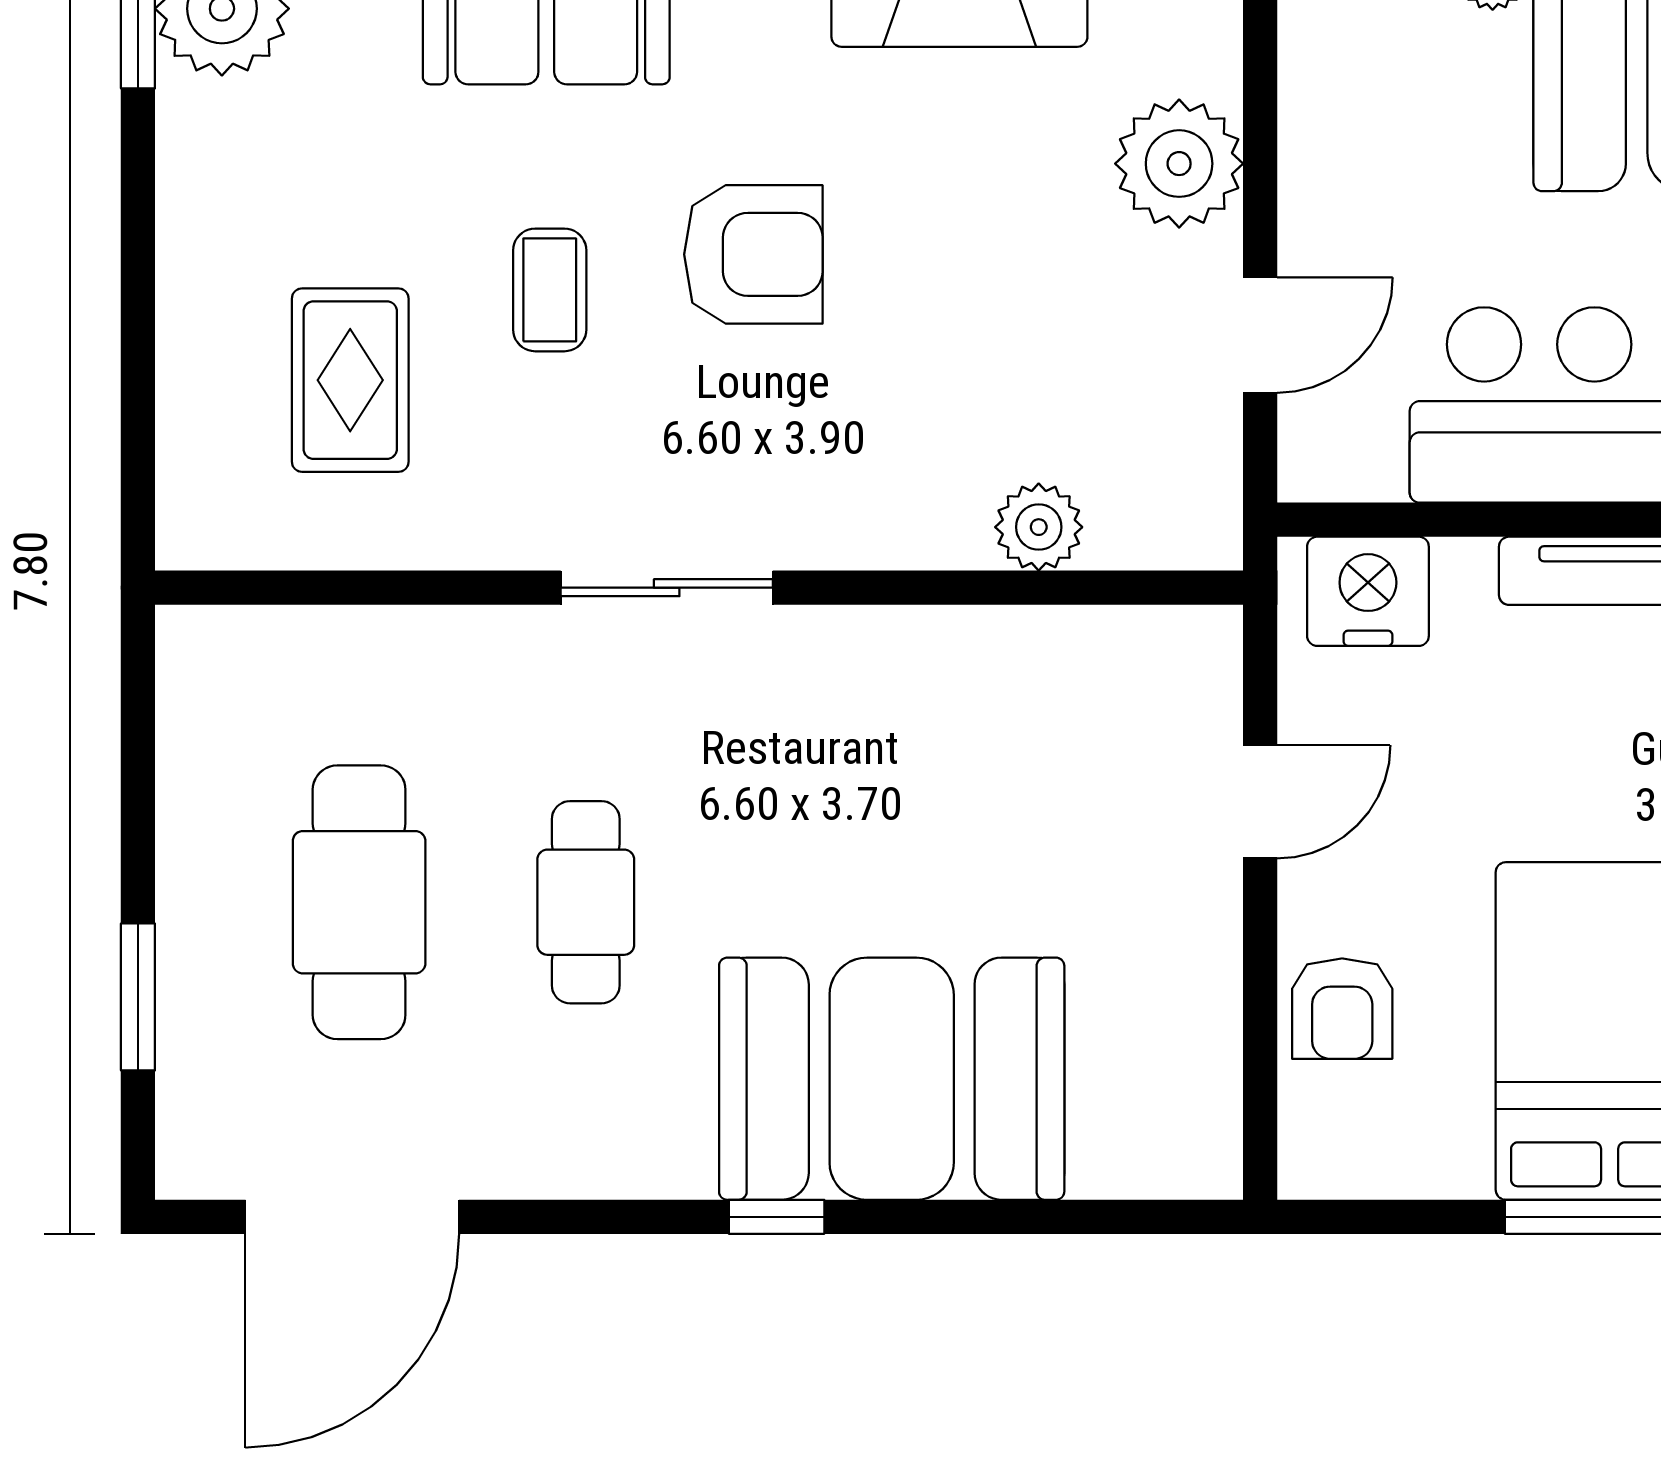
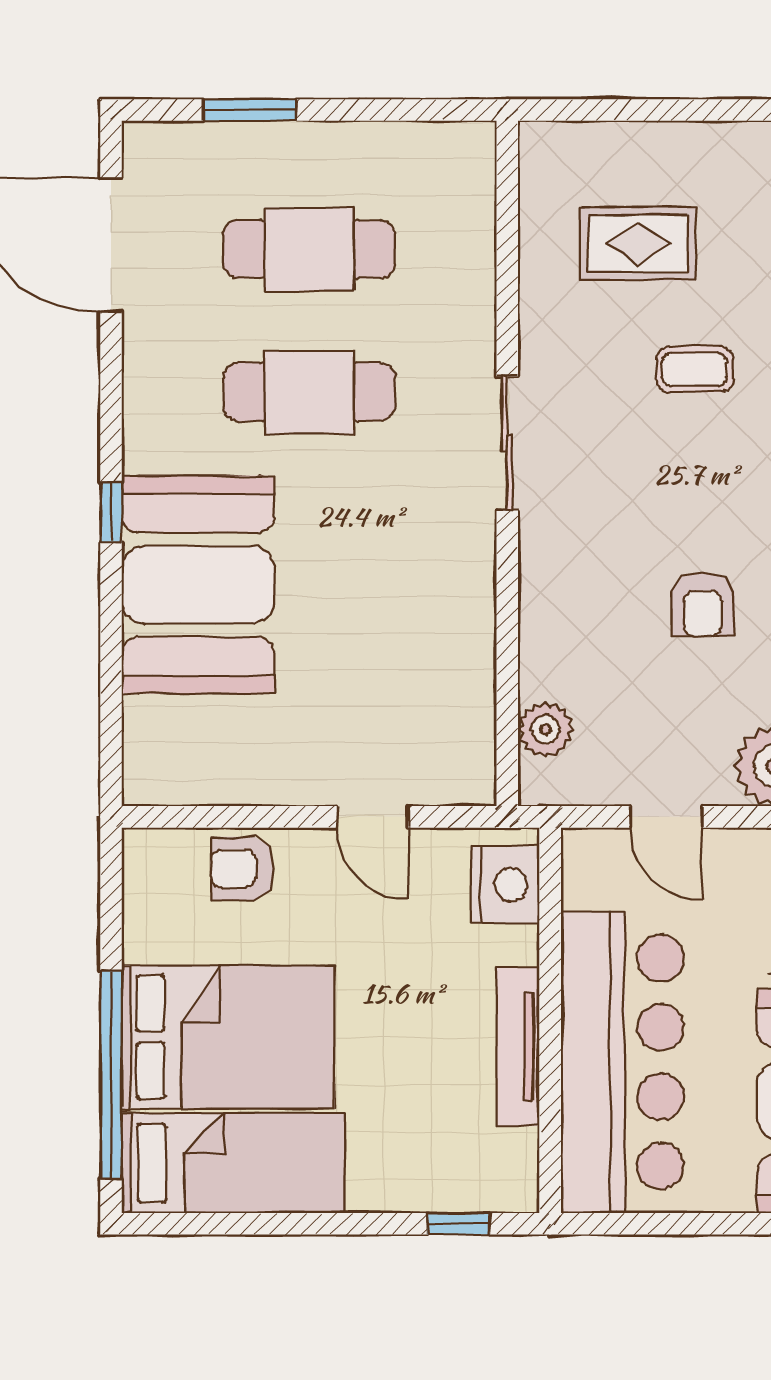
armchair: (753, 254) -> (703, 605), moved, width x0.72, depth x0.72
plant: (1039, 527) -> (545, 729), moved
cafe table: (586, 902) -> (309, 392), width x1.37, depth x1.35

